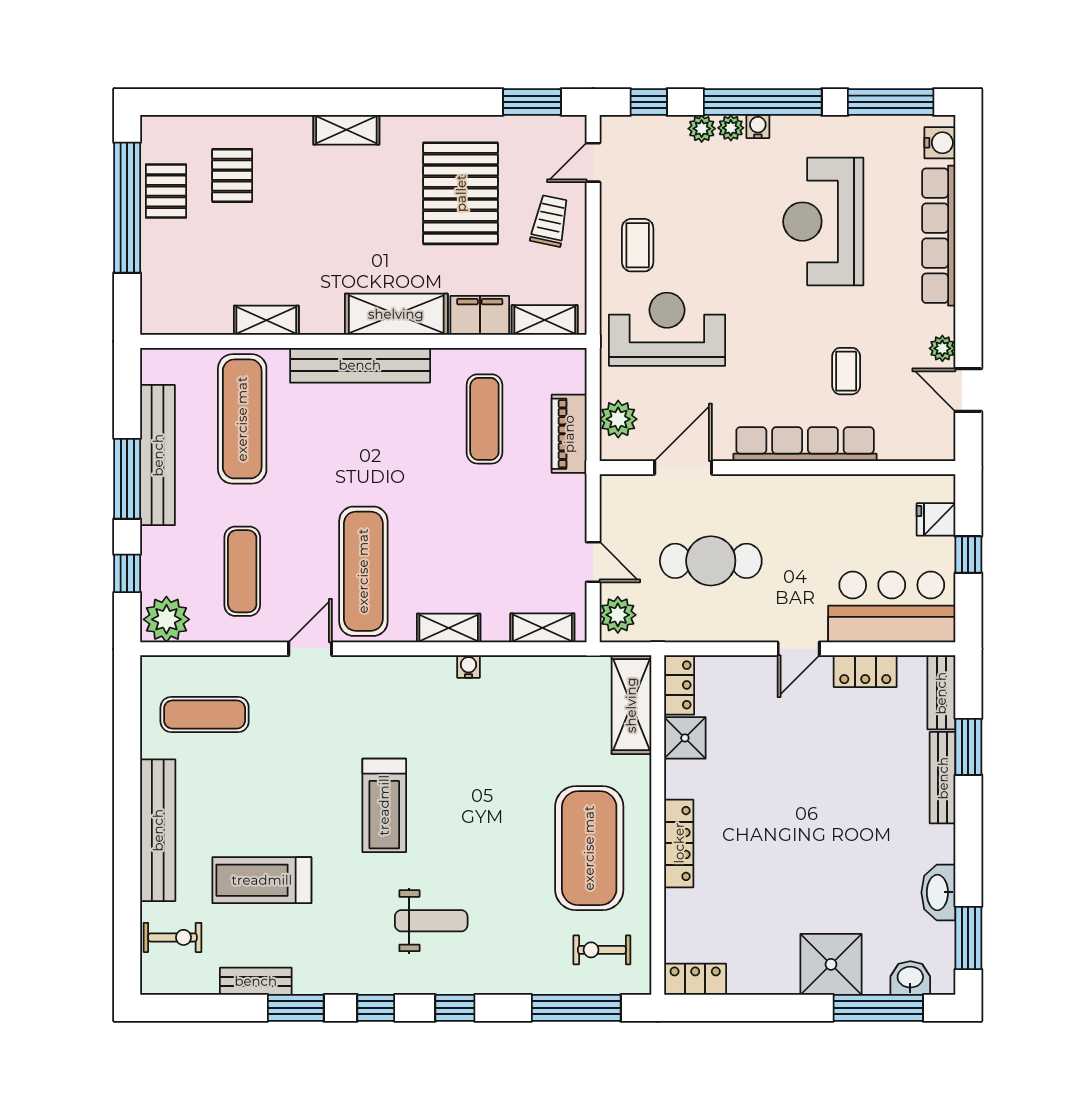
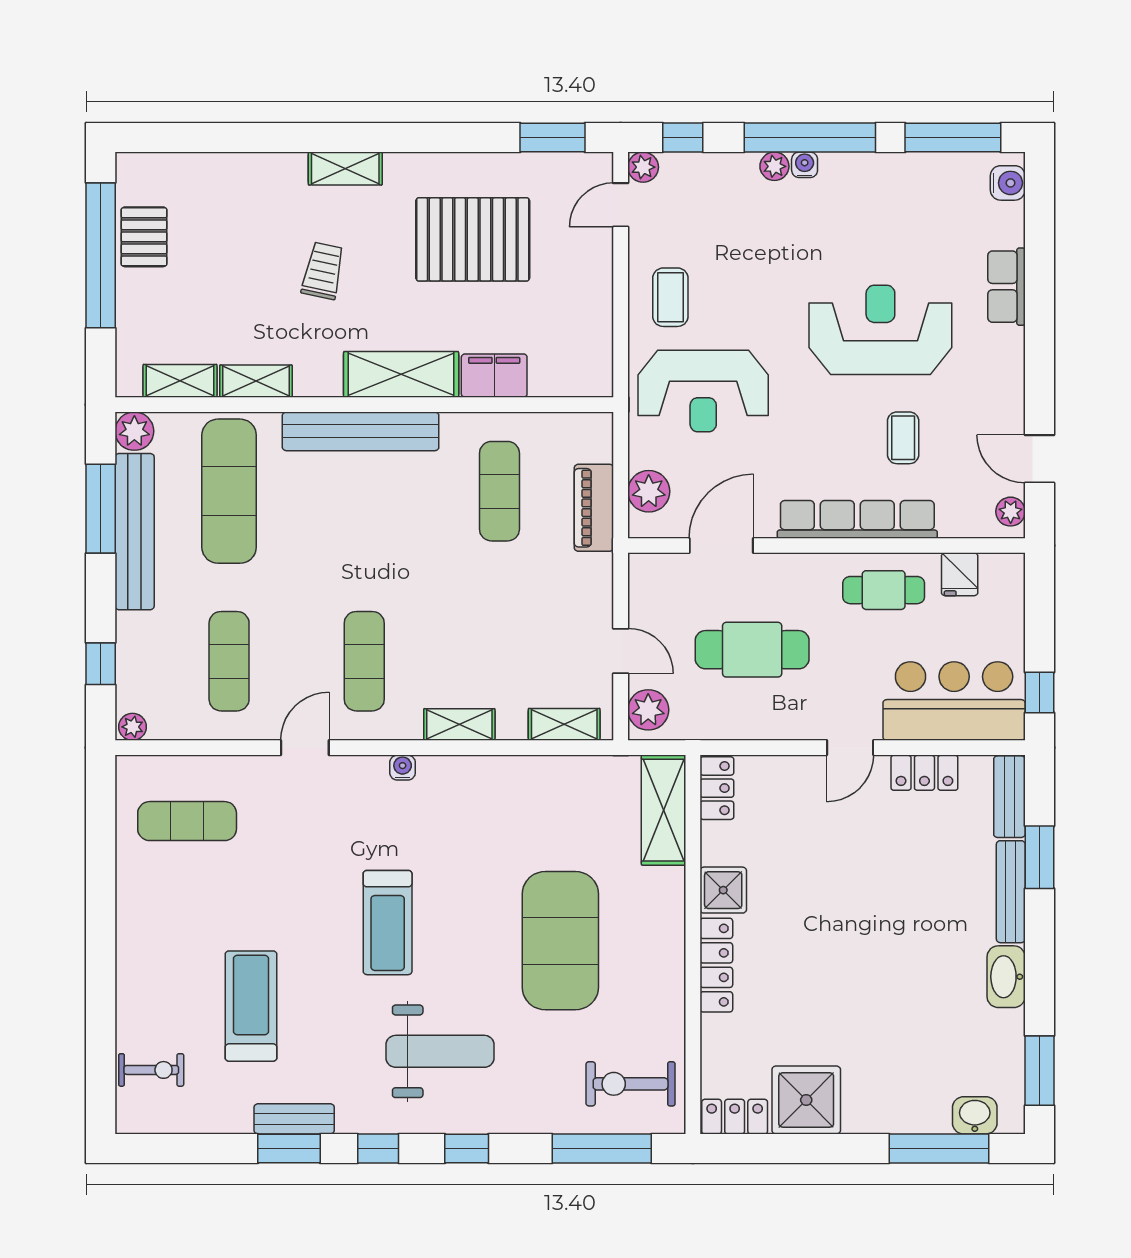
plant: (702, 129) -> (643, 167), moved
pallet: (232, 175) -> (218, 219), removed
pallet: (461, 193) -> (473, 239), turned 90
trolley: (550, 221) -> (323, 271), moved
reception desk: (823, 222) -> (880, 330), moved, turned 90
row of seats: (939, 236) -> (1007, 287), width x0.50
shelving: (545, 320) -> (180, 381), moved
reception desk: (667, 329) -> (703, 391), turned 180
plant: (942, 348) -> (1011, 512), moved
plant: (157, 365) -> (134, 431), added
window: (127, 479) -> (101, 509), moved
cafe table: (829, 508) -> (884, 590), added
fridge: (936, 519) -> (960, 574), moved, turned -90
window: (968, 555) -> (1040, 692), moved
exercise mat: (363, 571) -> (364, 661), width x0.73, depth x0.69
plant: (166, 619) -> (133, 727), width x0.53, depth x0.53
water cooler: (469, 667) -> (403, 768), moved
shower: (685, 738) -> (723, 890), moved
bench: (158, 830) -> (135, 950), removed
exercise mat: (589, 848) -> (560, 941), moved
treadmill: (262, 880) -> (251, 1006), turned 90
washbasin: (938, 892) -> (1006, 977), moved
weight bench: (431, 921) -> (440, 1051), width x1.36, depth x1.33
exercise bike: (602, 950) -> (631, 1084), width x1.38, depth x1.39
shower: (831, 964) -> (806, 1100), moved
bench: (256, 981) -> (294, 1119), moved

